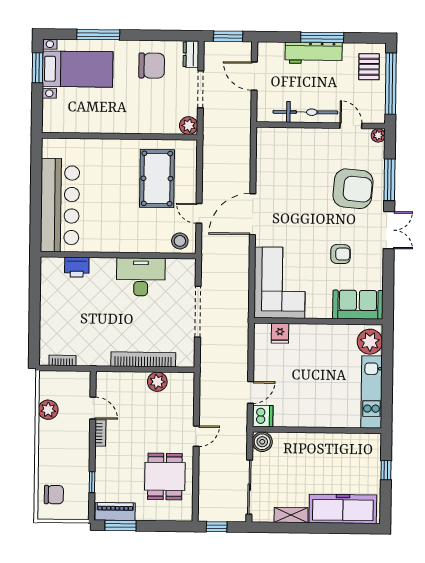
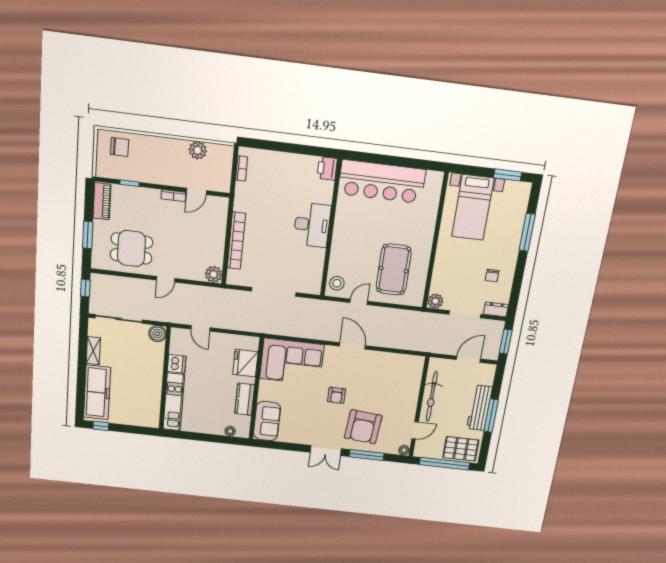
chair: (152, 66) -> (492, 275), width x0.54, depth x0.54
pallet: (369, 67) -> (461, 449), width x1.50, depth x1.42
bed with nightstands: (78, 69) -> (473, 207), moved
pool table: (157, 178) -> (394, 270), turned 90
door: (253, 214) -> (352, 346), width x0.73
armchair: (341, 254) -> (337, 395), moved
printer: (77, 267) -> (327, 168), moved
desk: (141, 277) -> (312, 225), moved
fridge: (280, 333) -> (245, 363), width x1.88, depth x1.34
kitchen counter: (333, 334) -> (245, 399), added
plant: (370, 342) -> (230, 431), width x0.53, depth x0.53
plant: (157, 382) -> (214, 274), moved
kitchen unit: (372, 392) -> (174, 402), moved, turned 90
dishwasher: (263, 416) -> (177, 364), moved, turned -90
door: (196, 436) -> (166, 279), hinge flipped
window: (386, 470) -> (101, 426), moved
chair: (54, 495) -> (120, 147), turned -90
window: (120, 526) -> (88, 235), moved

